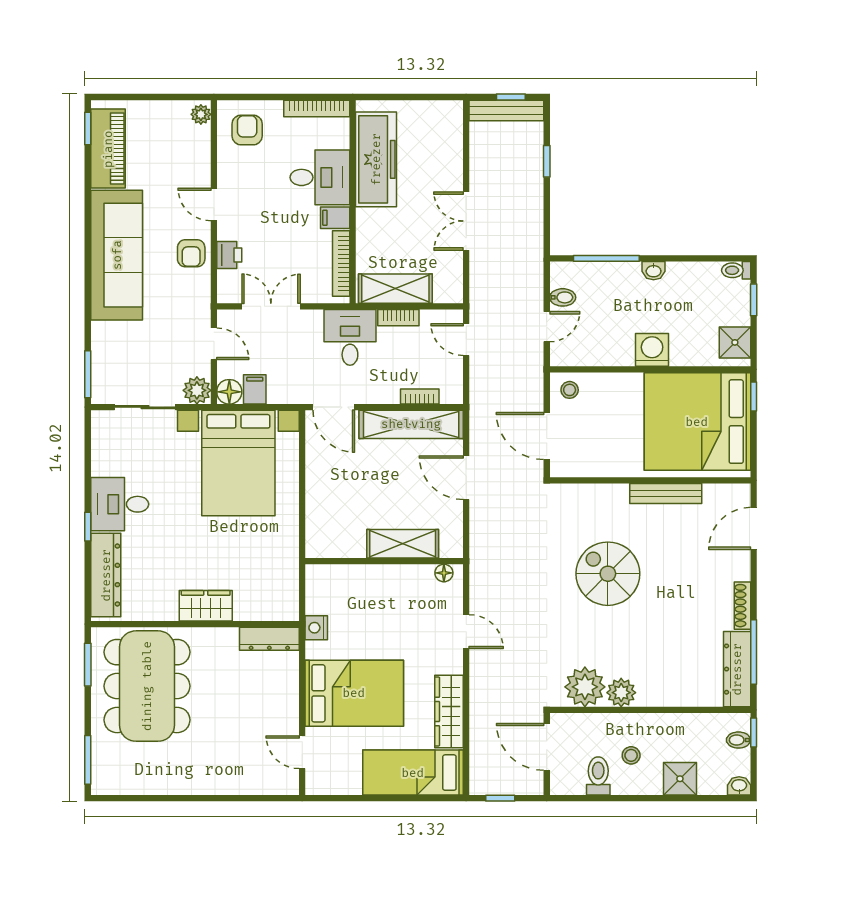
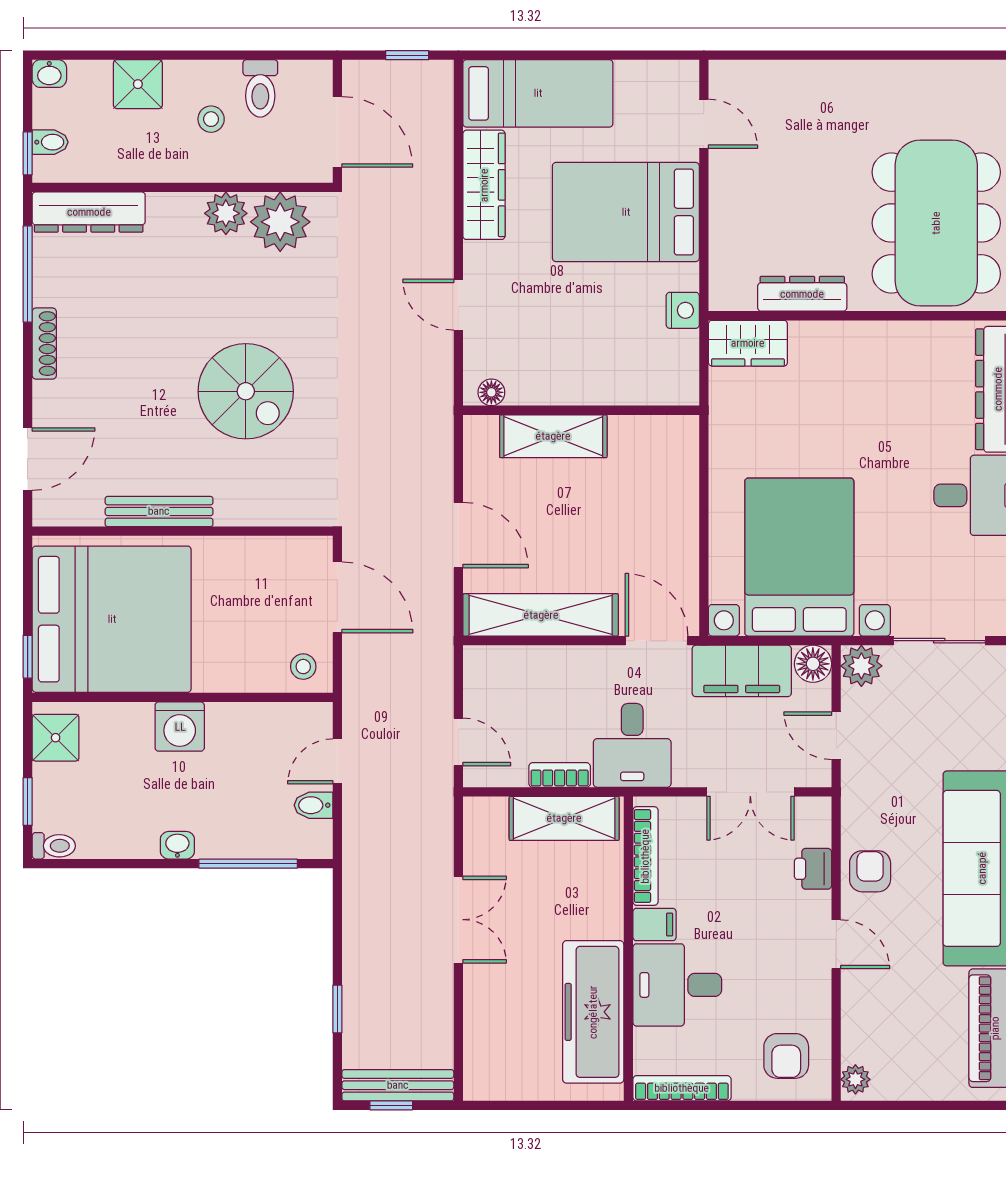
filing cabinet: (255, 389) -> (742, 671), width x3.00, depth x1.17
bookcase: (420, 396) -> (528, 657), removed
wardrobe: (206, 606) -> (748, 343), moved
dresser: (269, 639) -> (802, 294), moved
dresser: (737, 669) -> (89, 212), moved, turned 90

